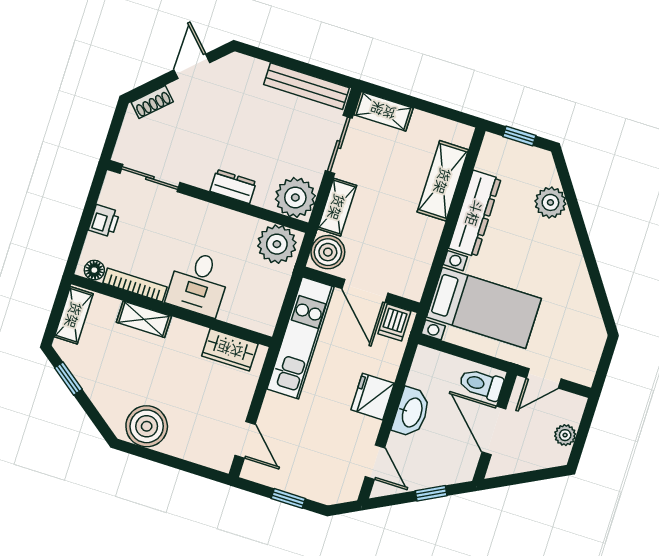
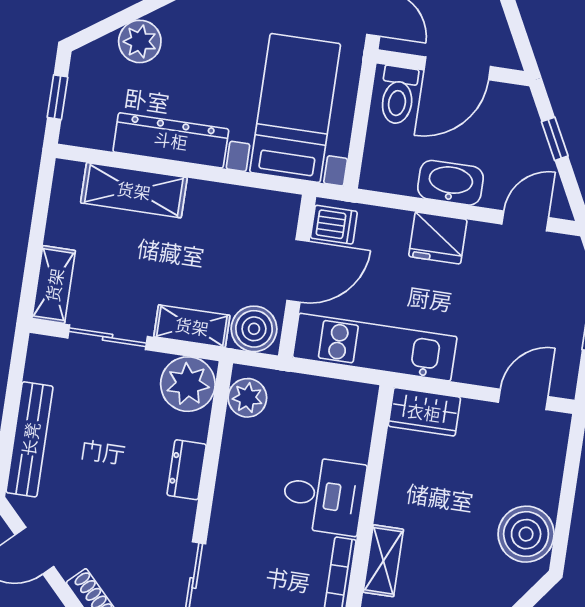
bench: (307, 86) -> (30, 439), moved
plant: (277, 244) -> (247, 398), width x0.73, depth x0.73
wardrobe: (230, 350) -> (424, 412), moved, turned 90

